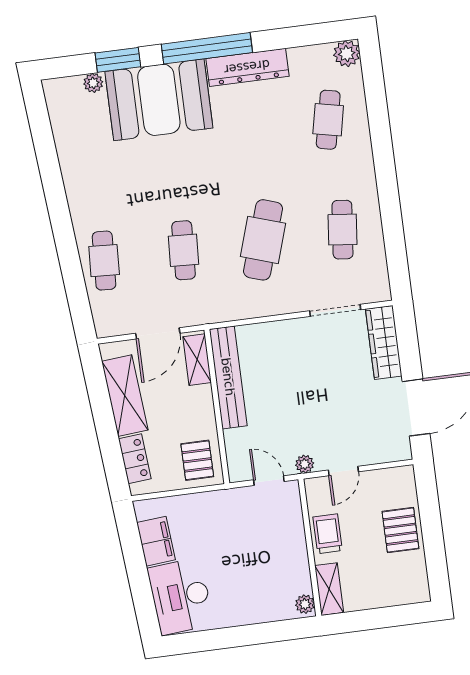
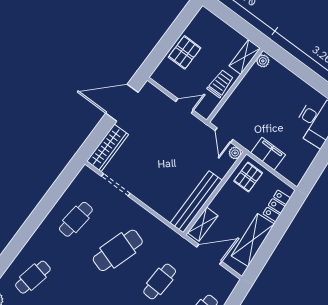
plant: (305, 464) -> (235, 153), moved
trolley: (328, 534) -> (220, 84), turned 180
filing cabinet: (156, 541) -> (268, 154), moved, turned 95

